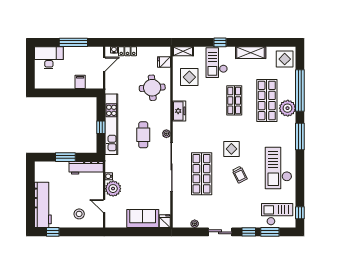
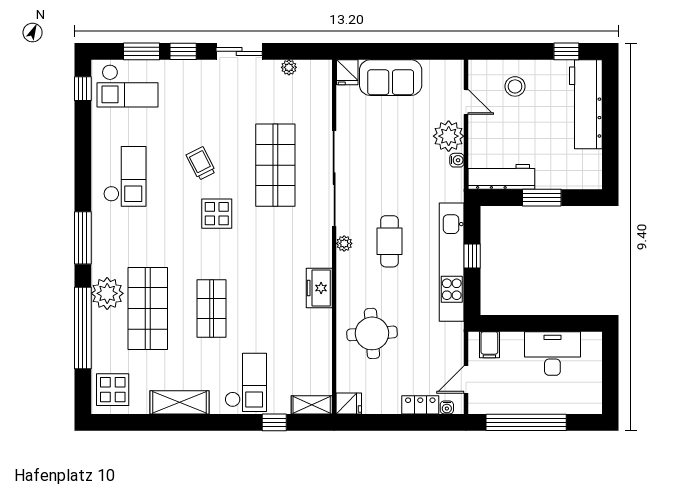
window: (73, 42) -> (526, 422), width x1.46
window: (220, 42) -> (274, 422), moved
desk: (49, 58) -> (552, 354), moved, turned 180
fridge: (164, 62) -> (349, 404), moved
display table: (189, 77) -> (299, 354), removed
filing cabinet: (80, 82) -> (489, 345), moved
checkout: (278, 168) -> (125, 176), width x0.73, depth x0.83

